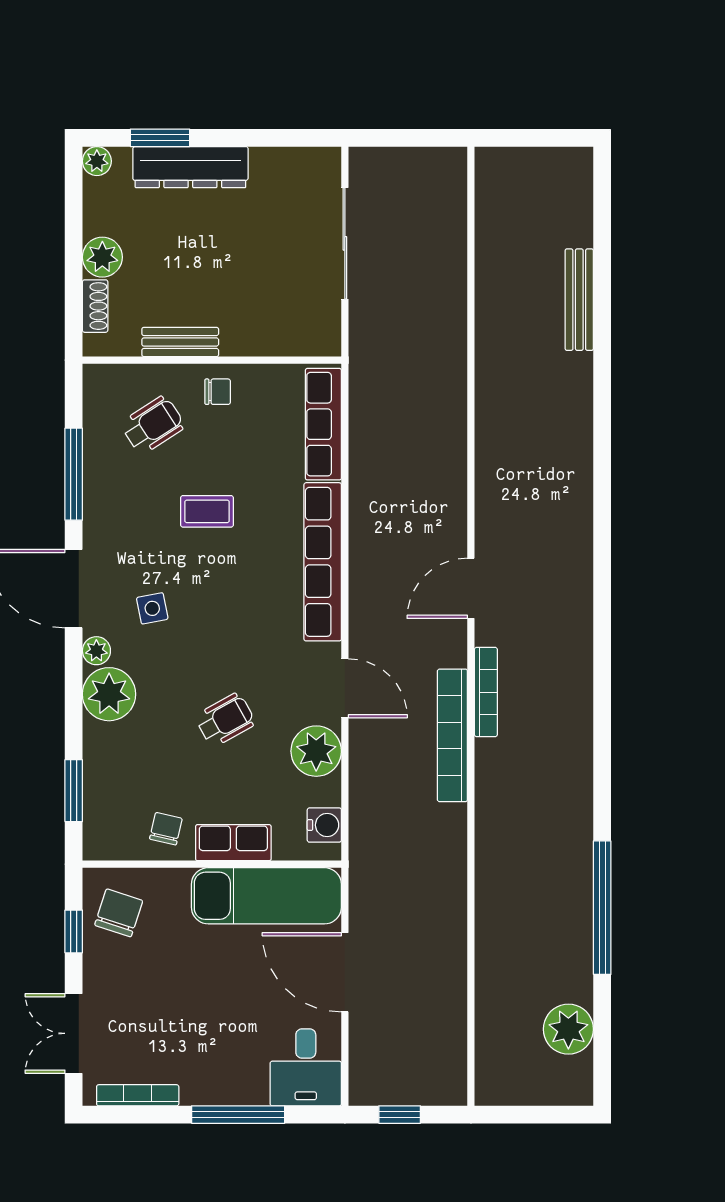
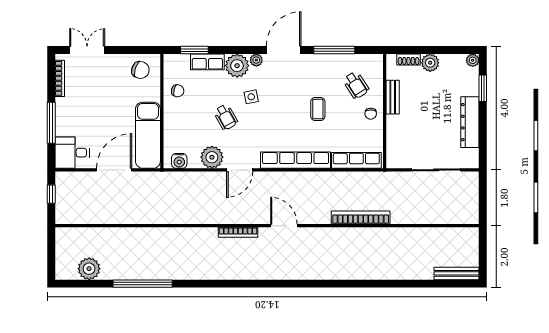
dresser: (190, 167) -> (470, 122), moved
bench: (579, 300) -> (457, 273), moved
side table: (152, 608) -> (251, 97), moved
bookcase: (452, 735) -> (361, 217), moved
row of seats: (233, 843) -> (207, 62), moved, turned 90
window: (74, 931) -> (132, 50), removed

